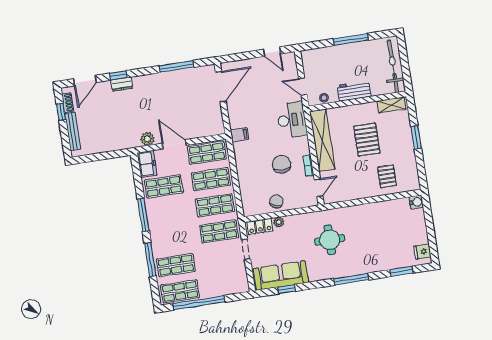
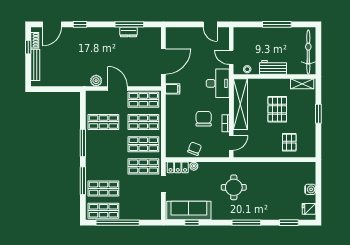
dresser: (122, 84) -> (128, 32), moved
door: (221, 87) -> (163, 61), moved
freezer: (147, 164) -> (92, 101), removed
water cooler: (416, 202) -> (310, 189), moved

